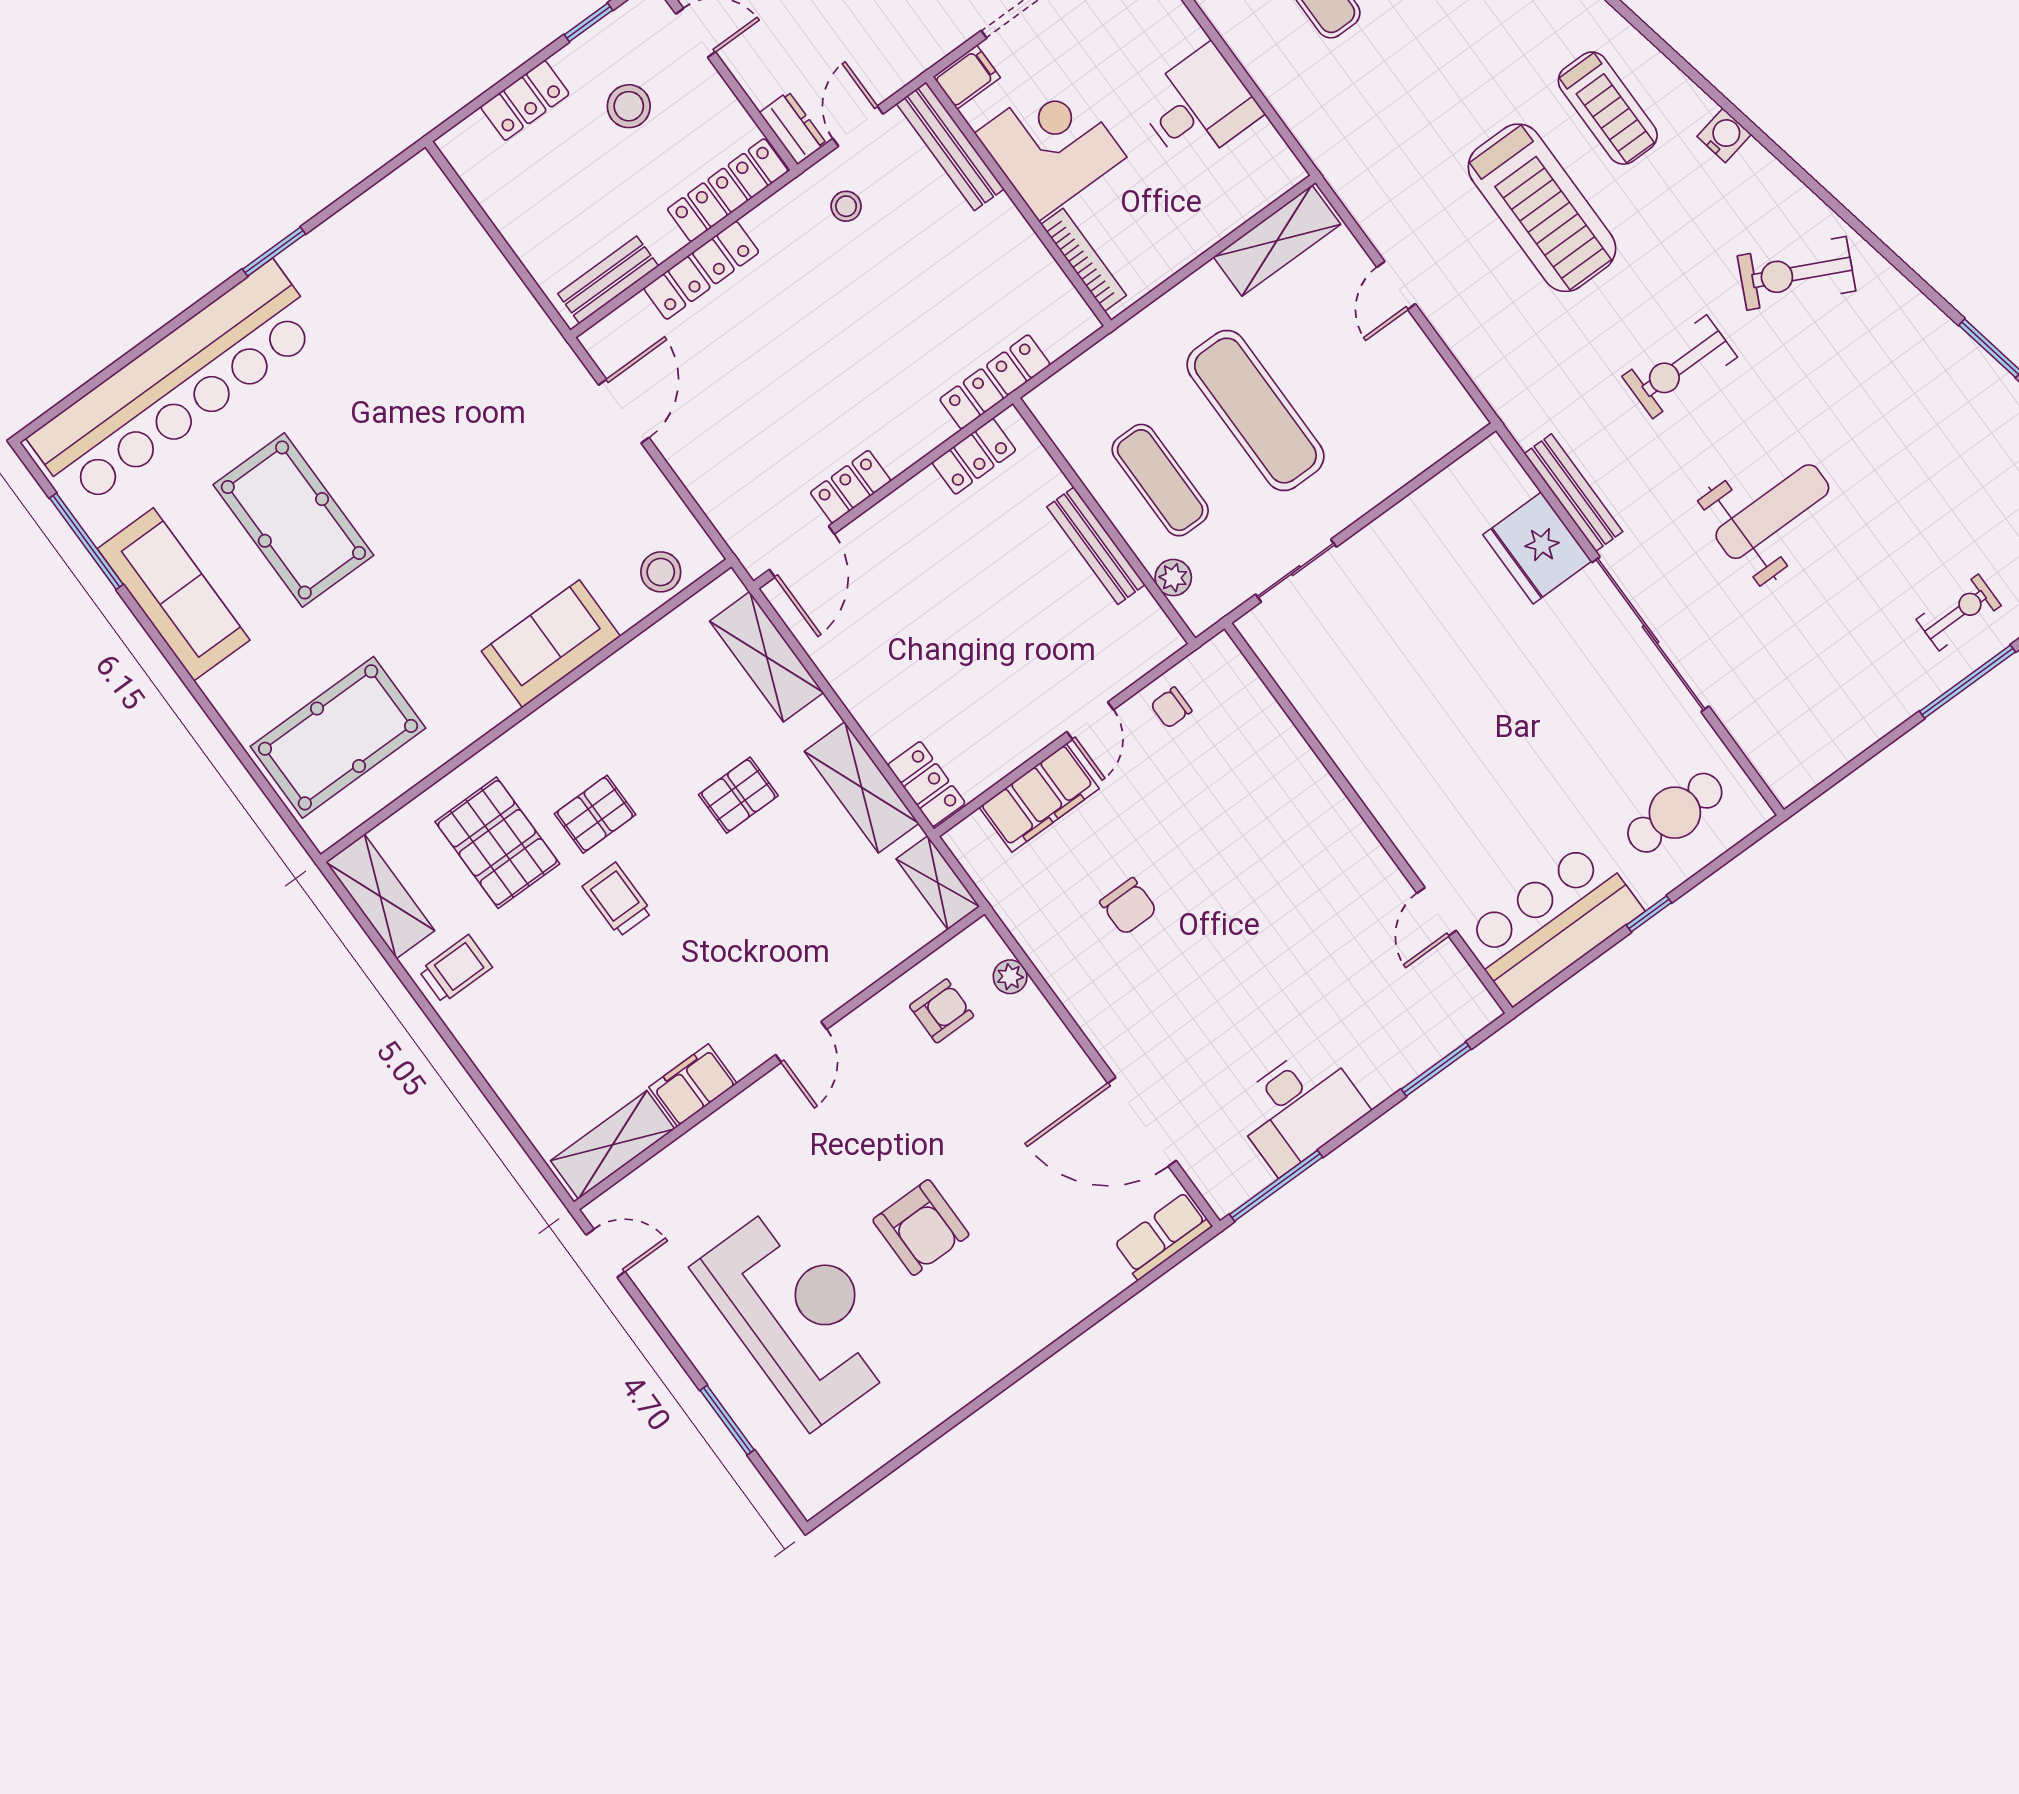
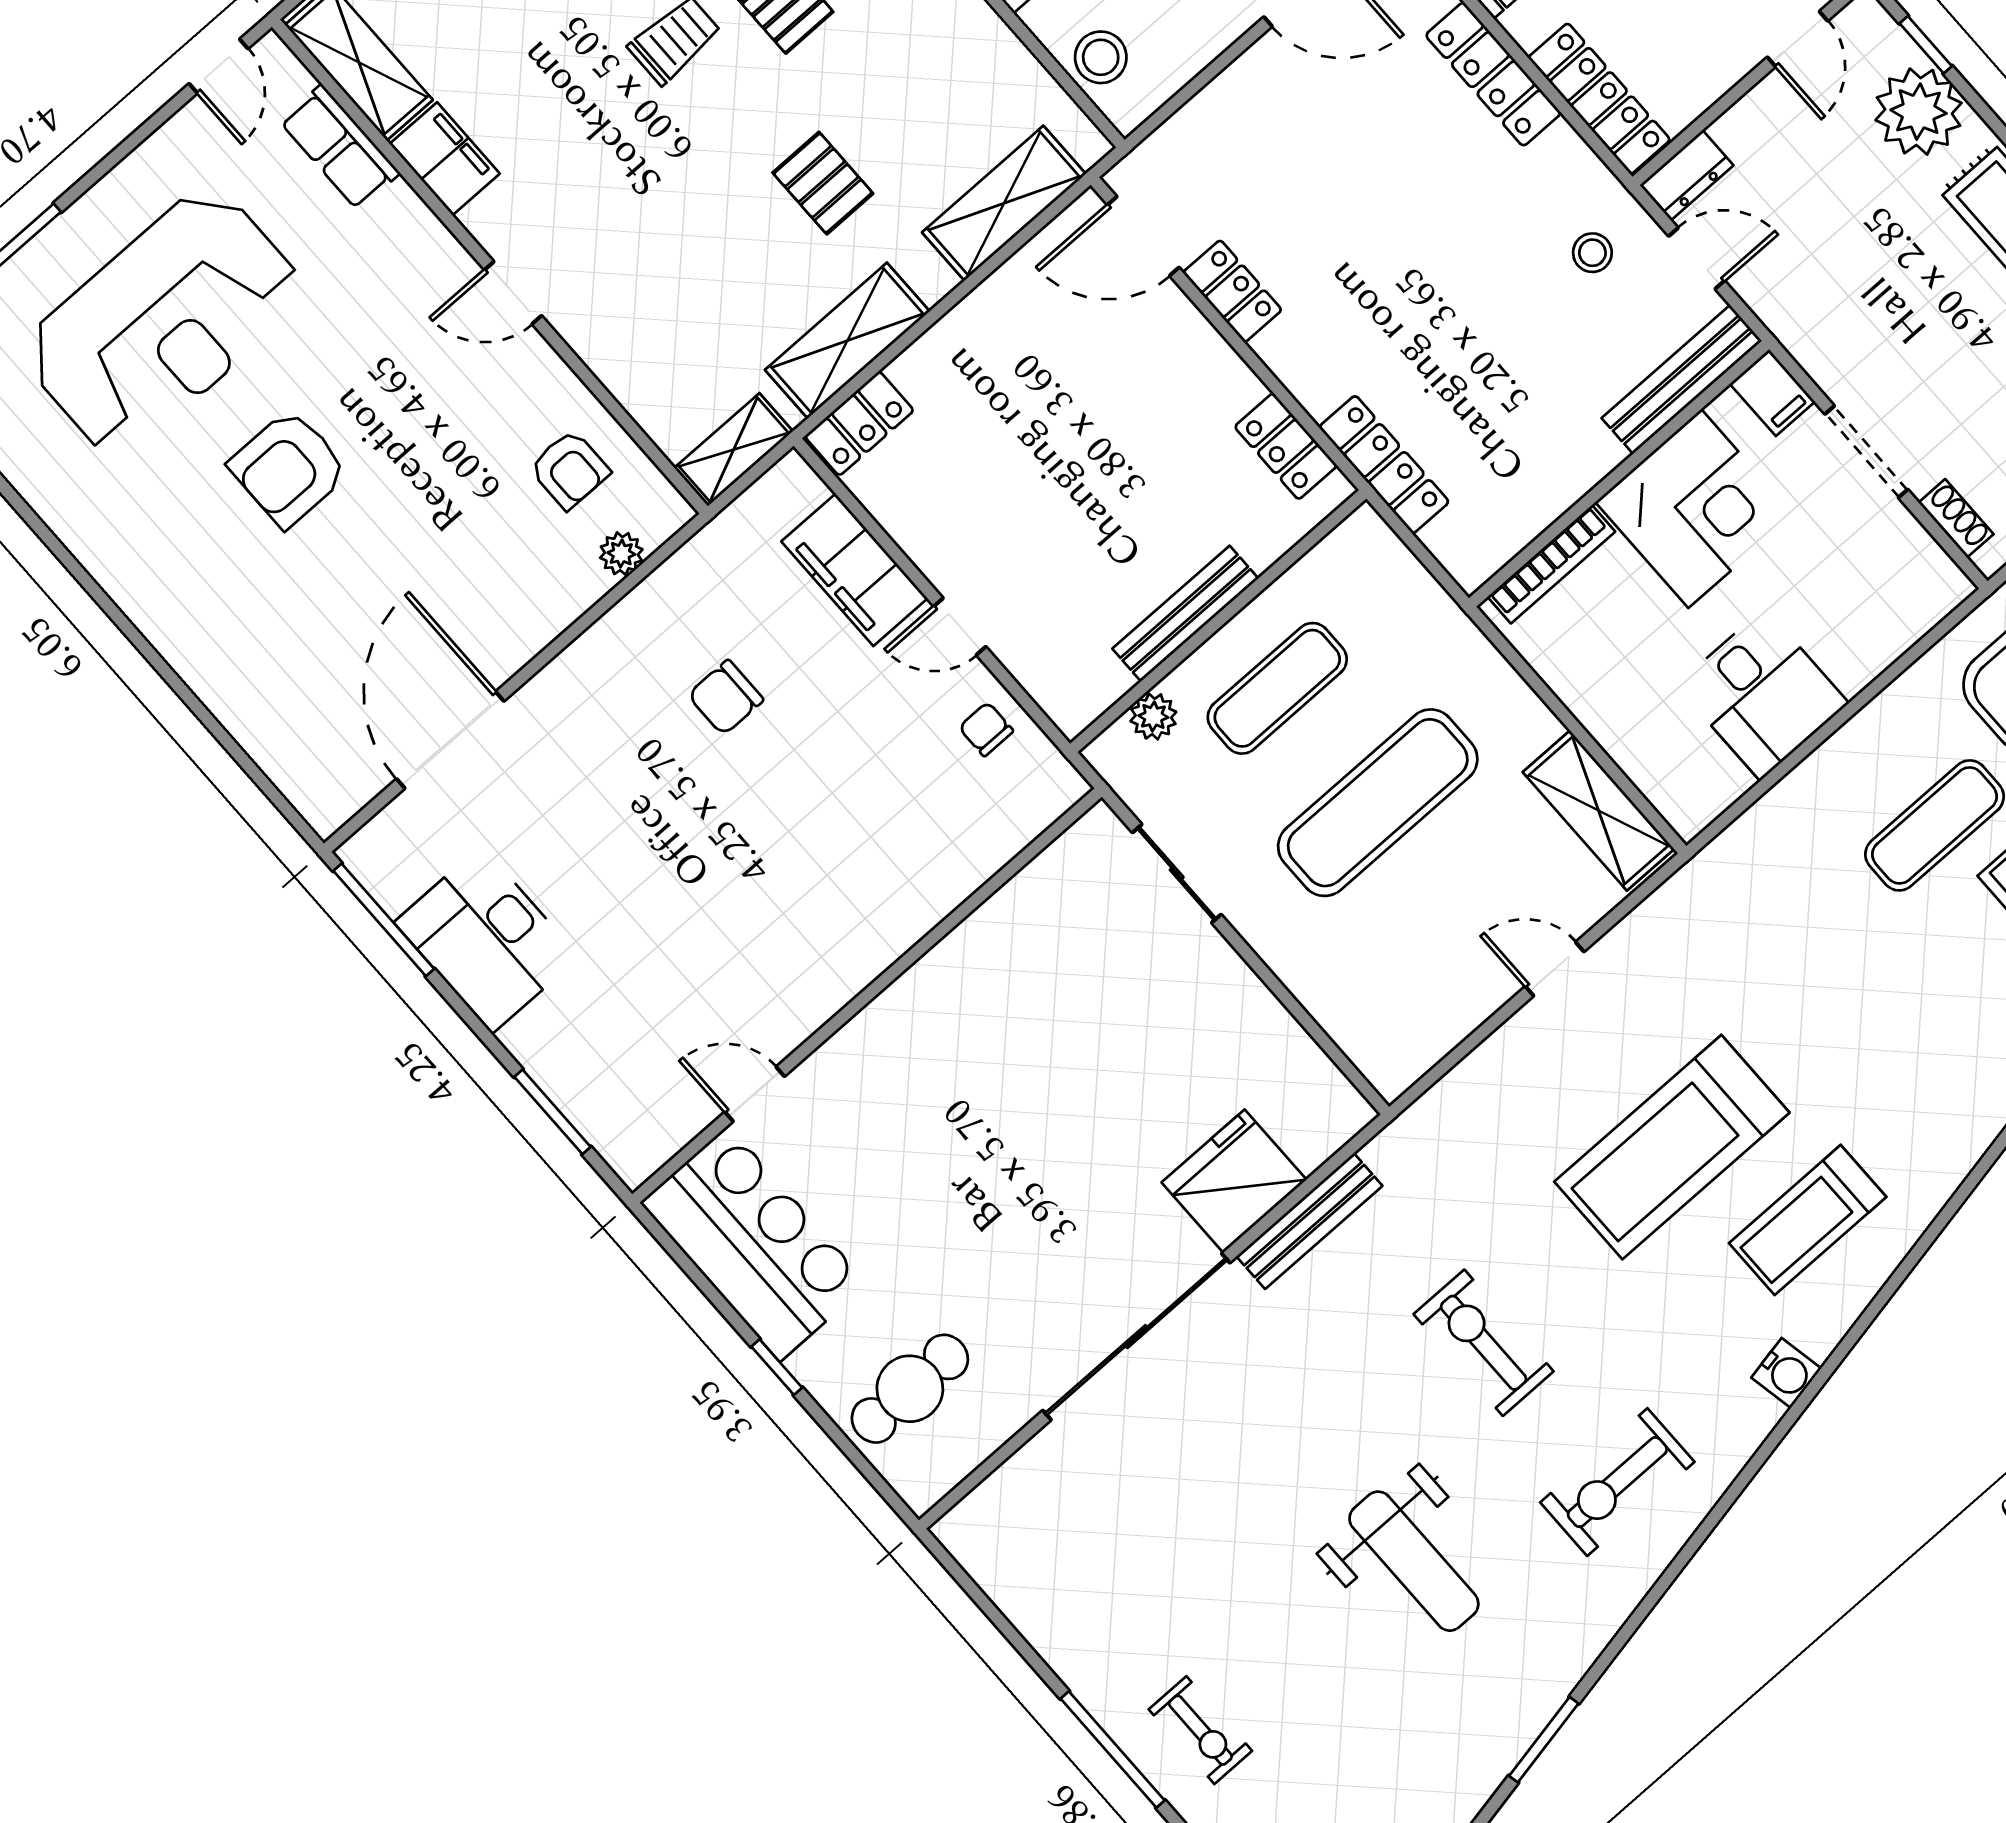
exercise bike: (1797, 273) -> (1617, 1482), turned -116
weight bench: (1772, 512) -> (1414, 1561), moved
cafe table: (1675, 813) -> (910, 1389), turned 90
row of seats: (1162, 1236) -> (340, 147), moved, turned 180

